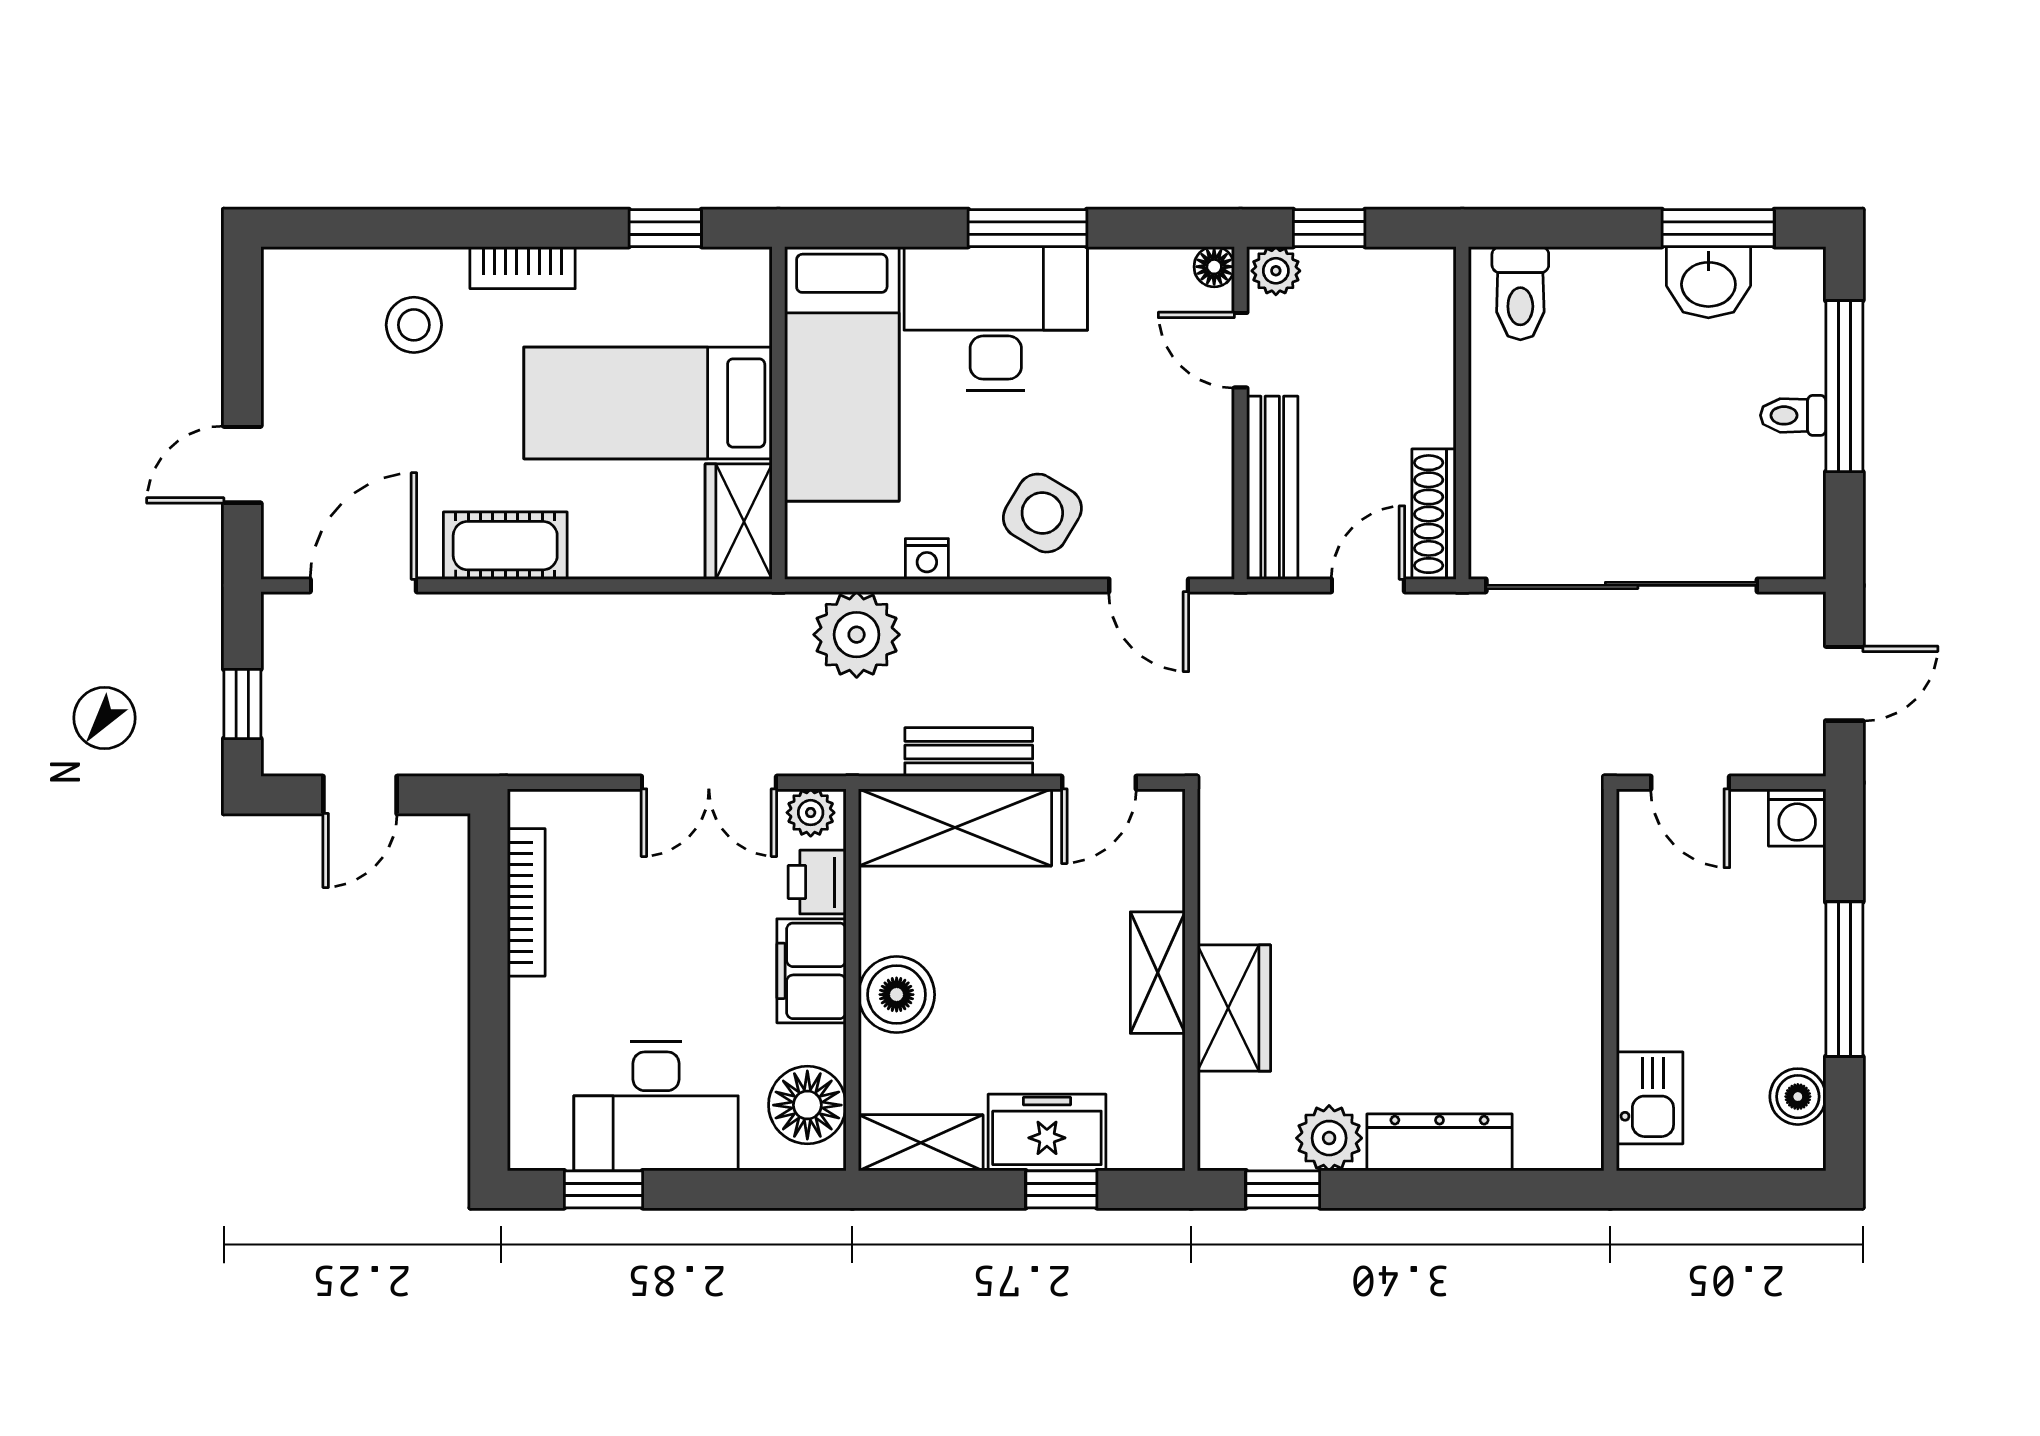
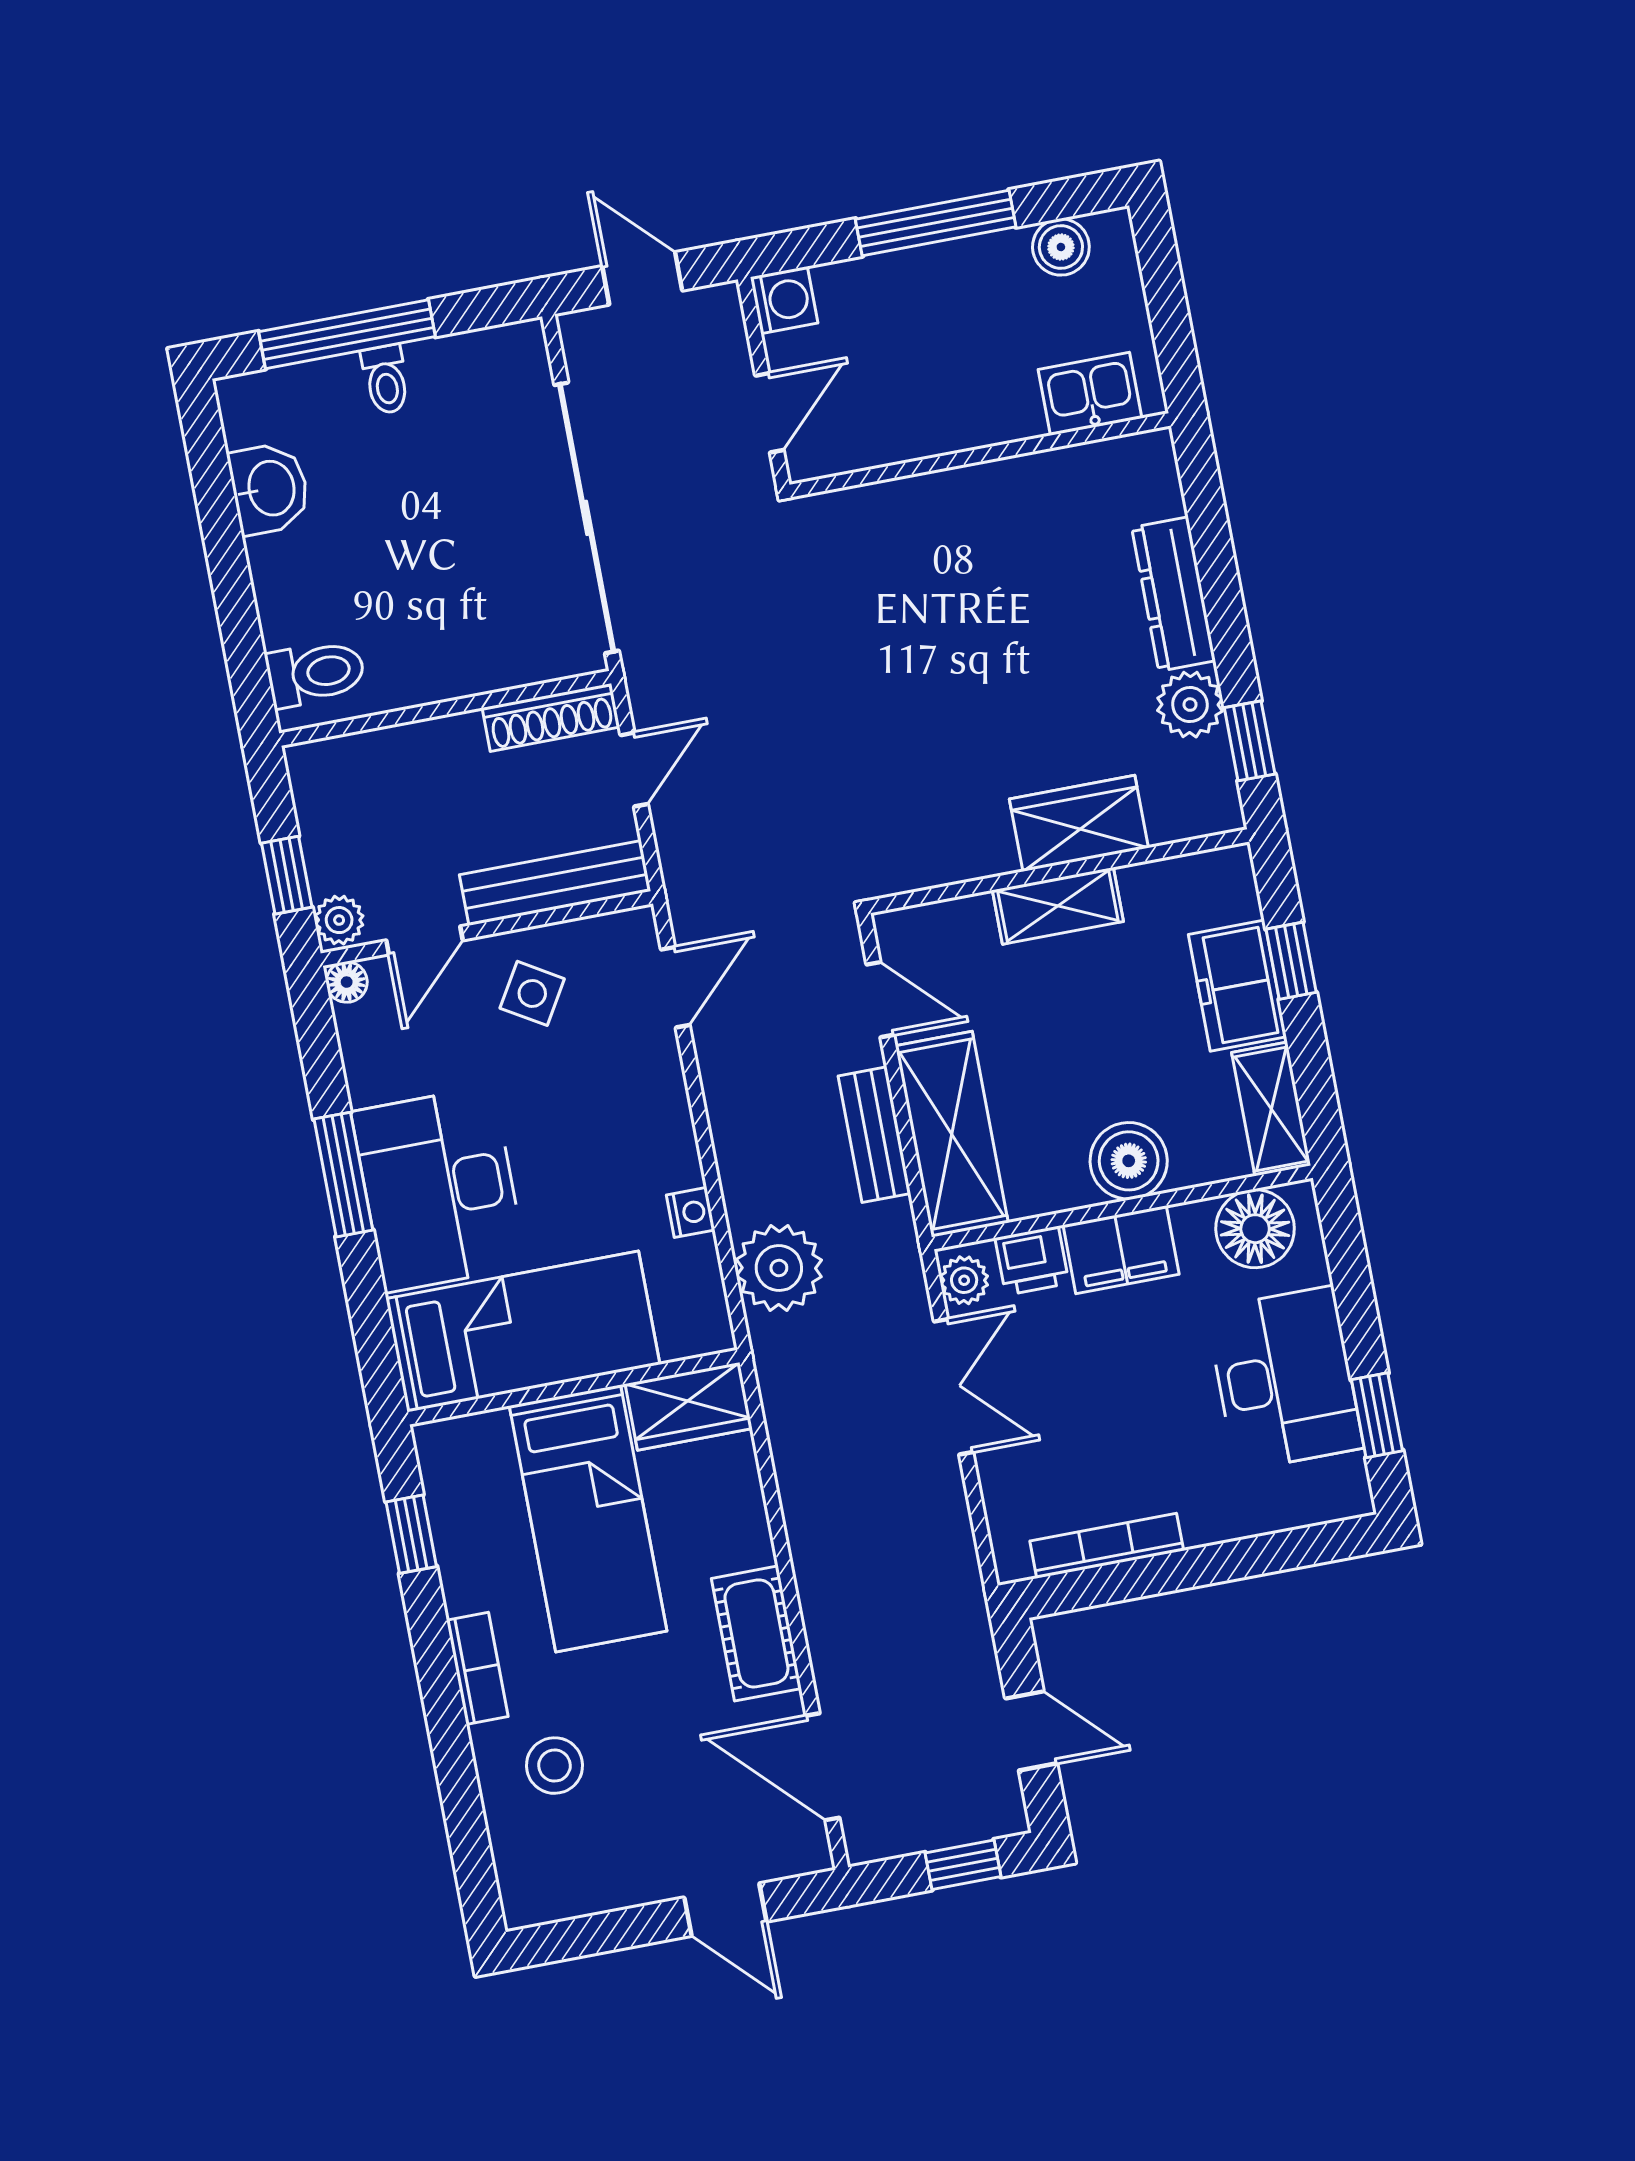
window: (1718, 228) -> (214, 489), removed
side table: (1042, 513) -> (532, 993), moved, width x0.73, depth x0.73
door: (1368, 585) -> (634, 770), swing flipped

